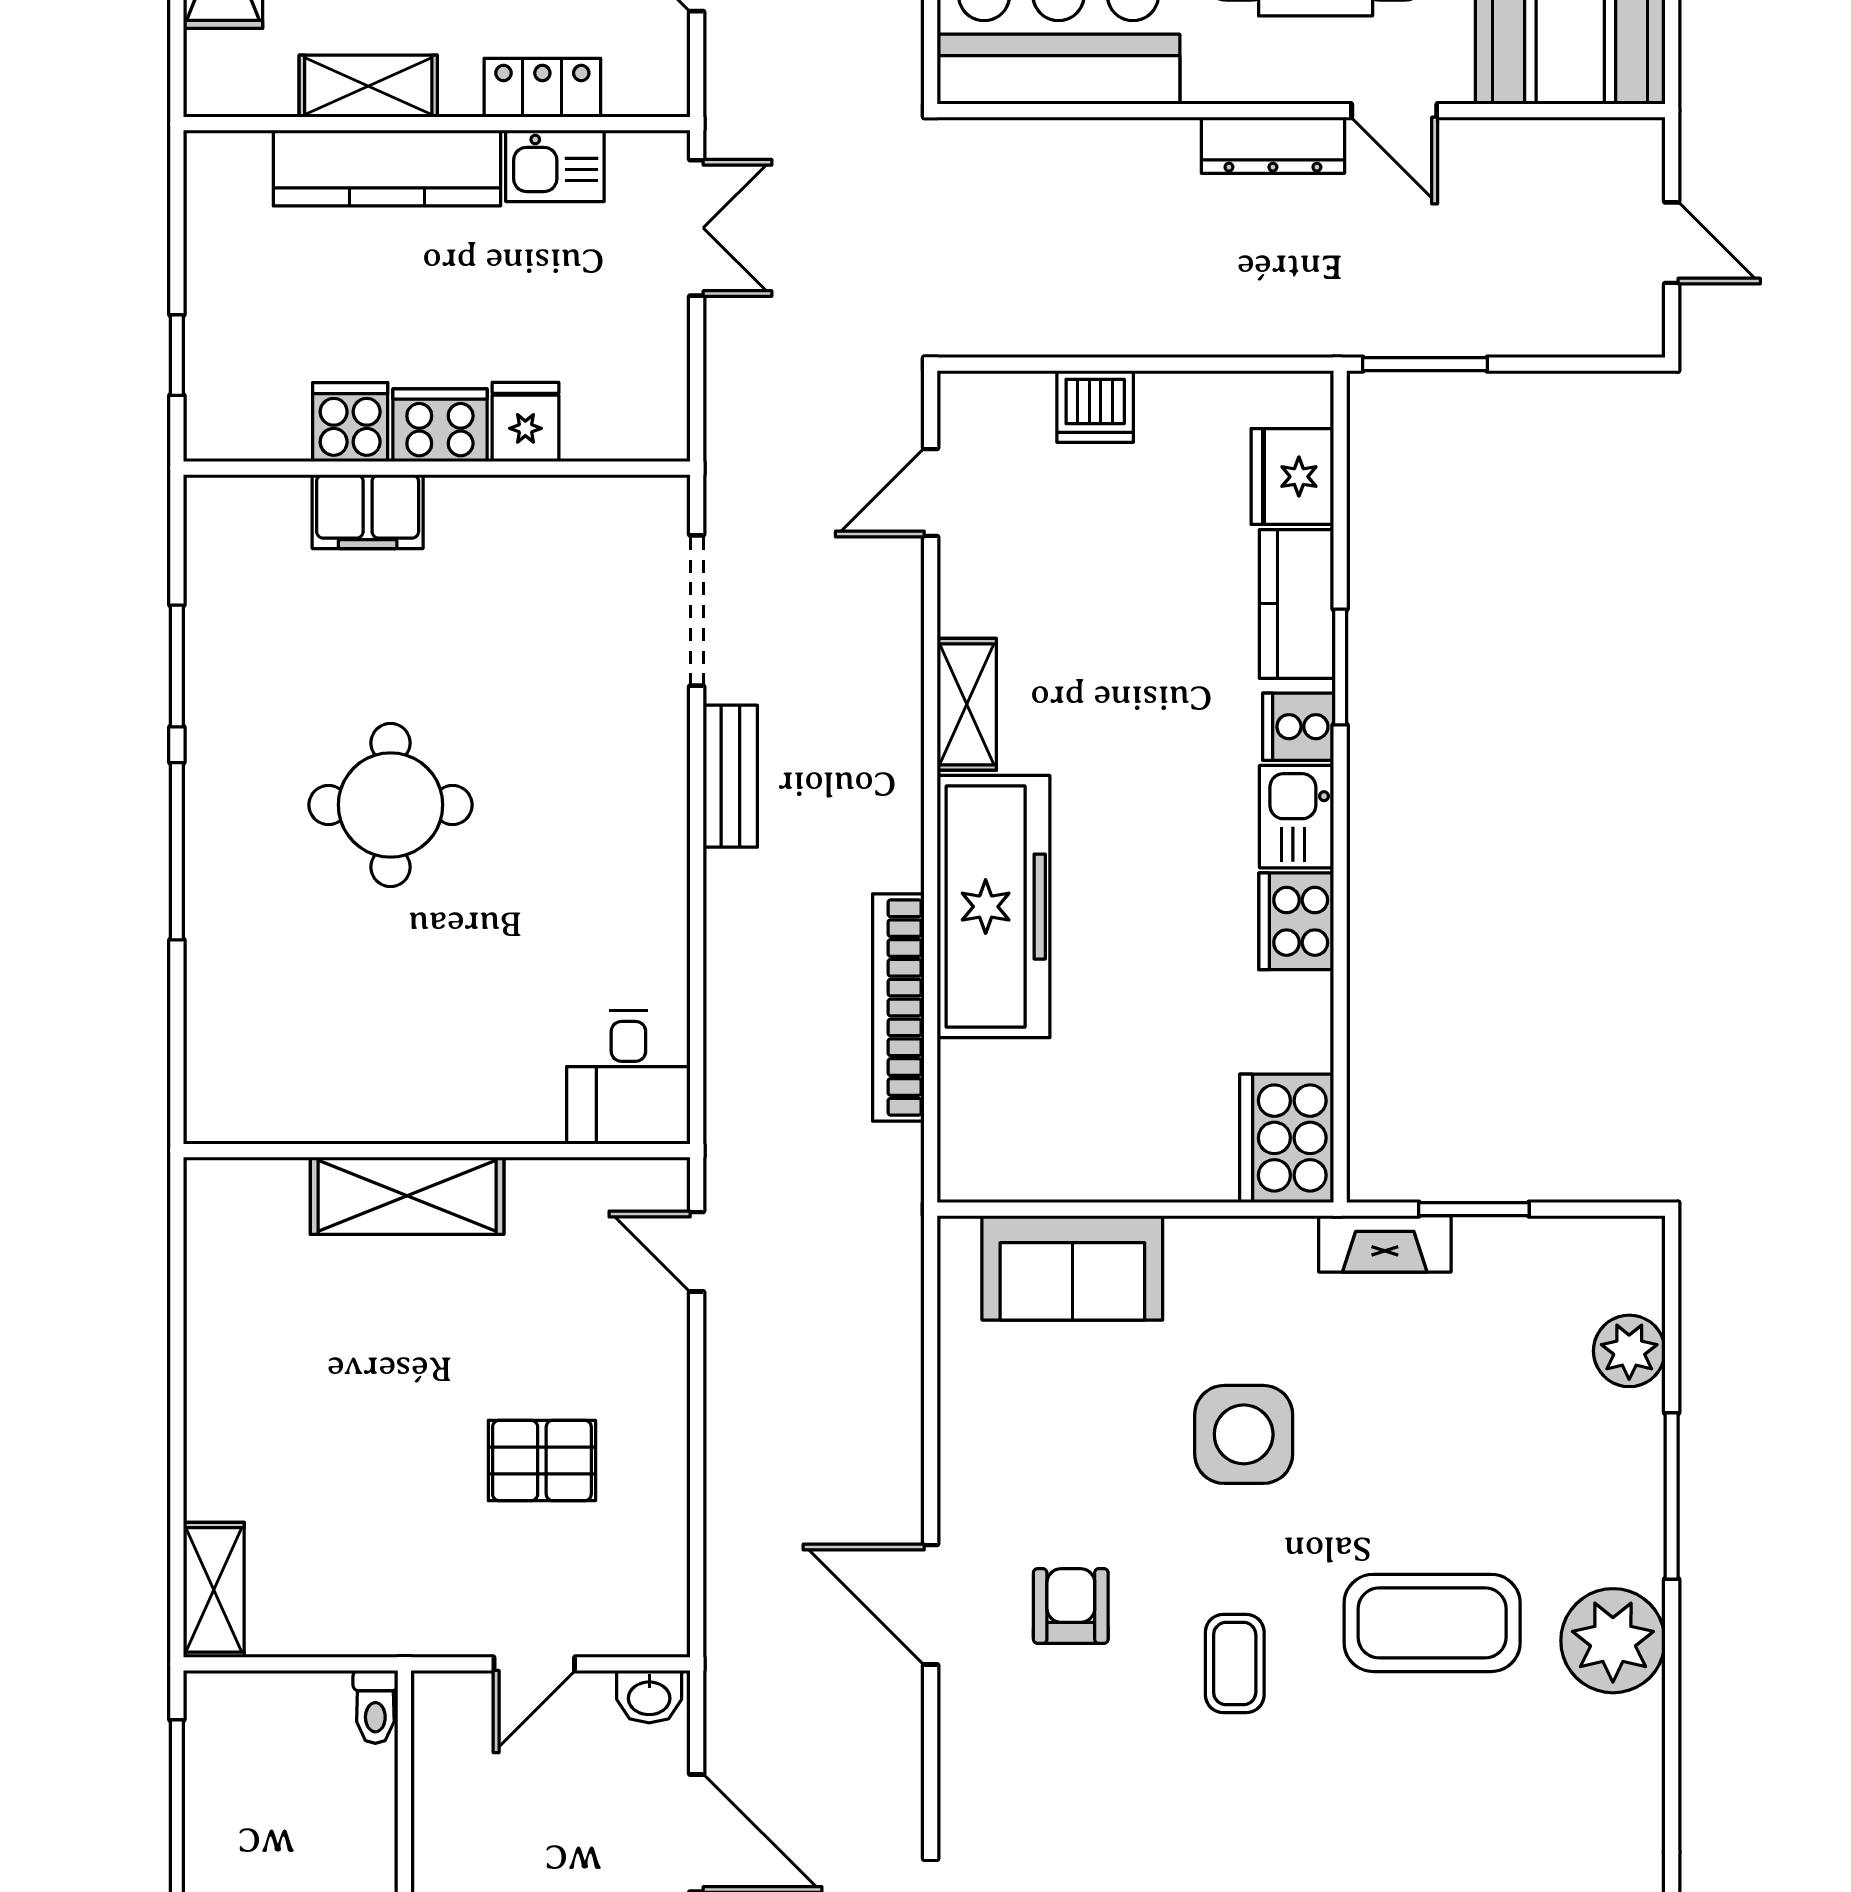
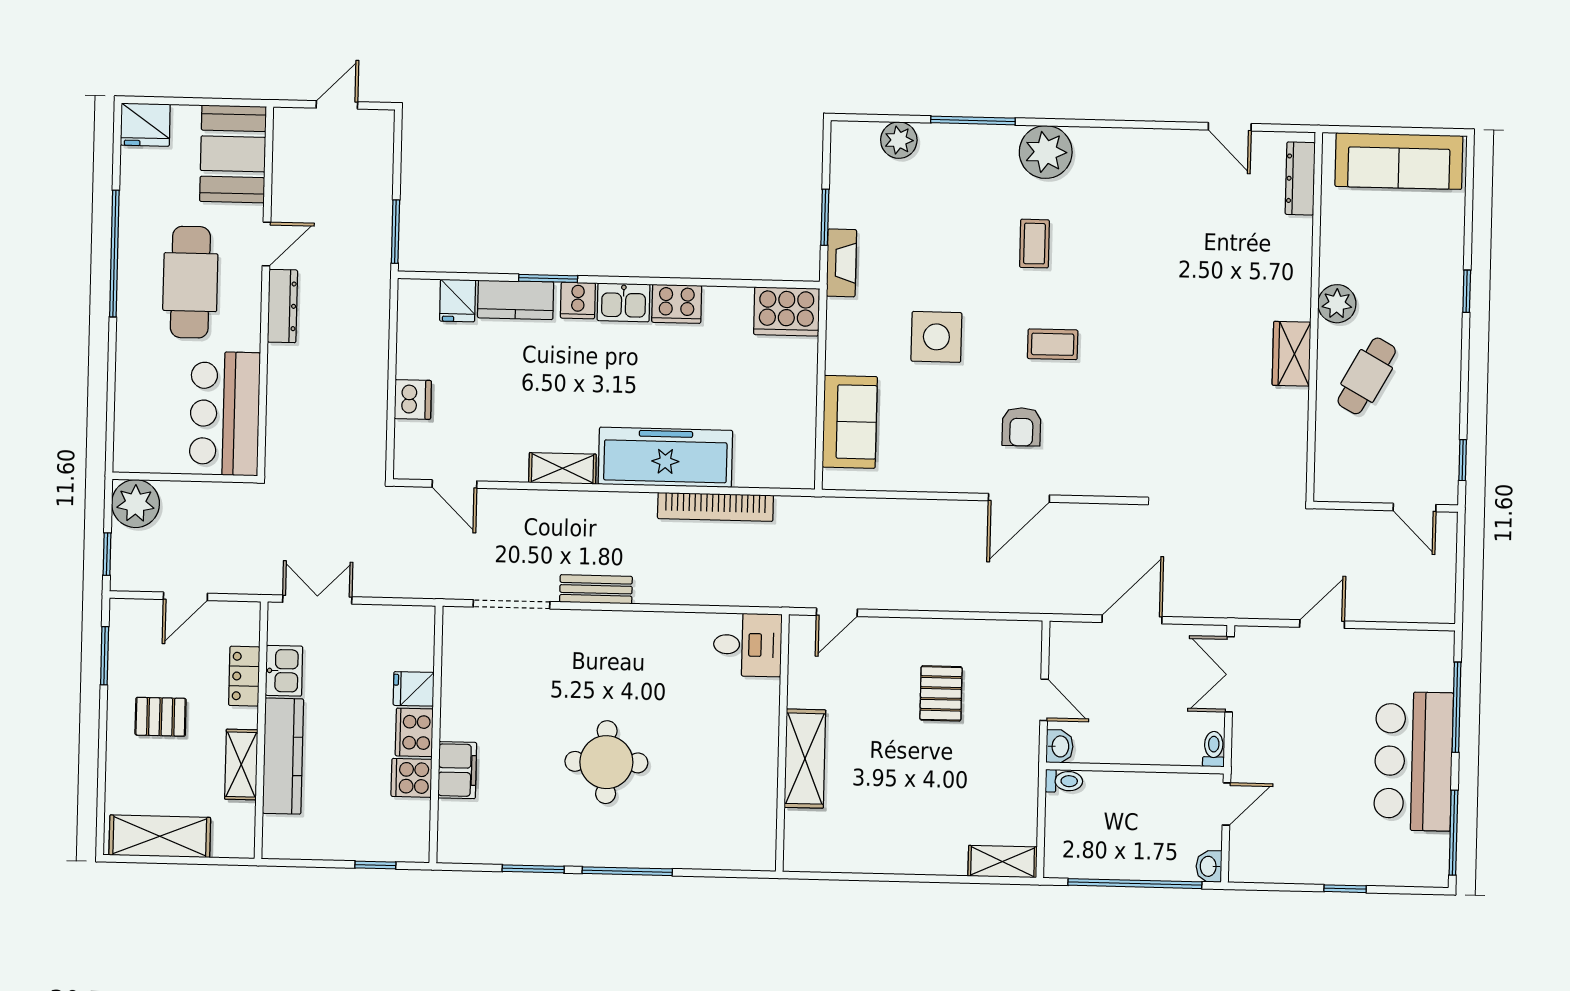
fridge: (1292, 477) -> (458, 300), width x0.72
armchair: (1071, 1606) -> (1021, 427), turned -90
coffee table: (1432, 1623) -> (1034, 244), width x0.54, depth x0.58
washbasin: (649, 1697) -> (1060, 746), moved

